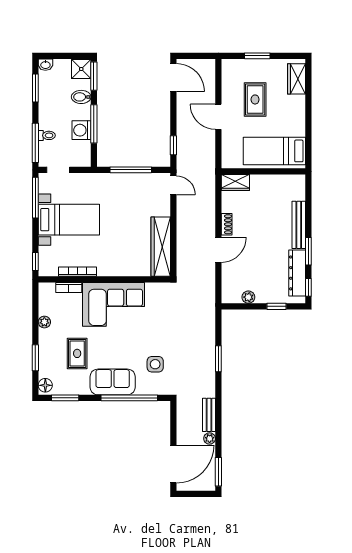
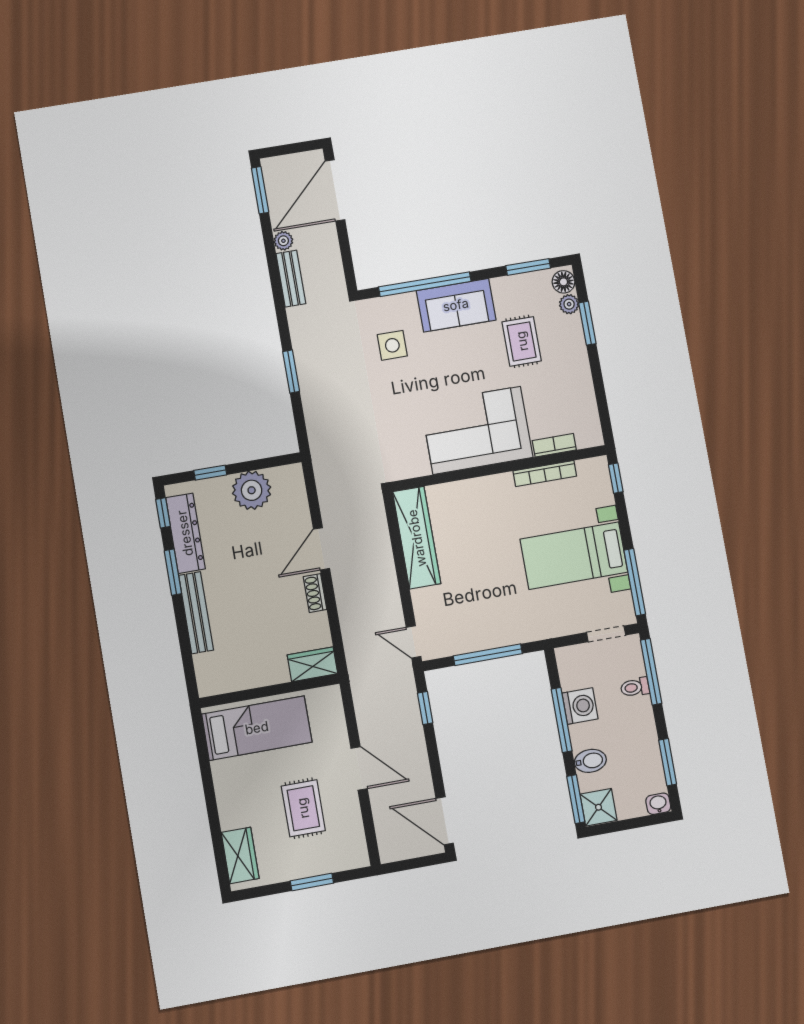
plant: (248, 297) -> (252, 490), width x1.87, depth x1.87
plant: (44, 322) -> (569, 304), moved

